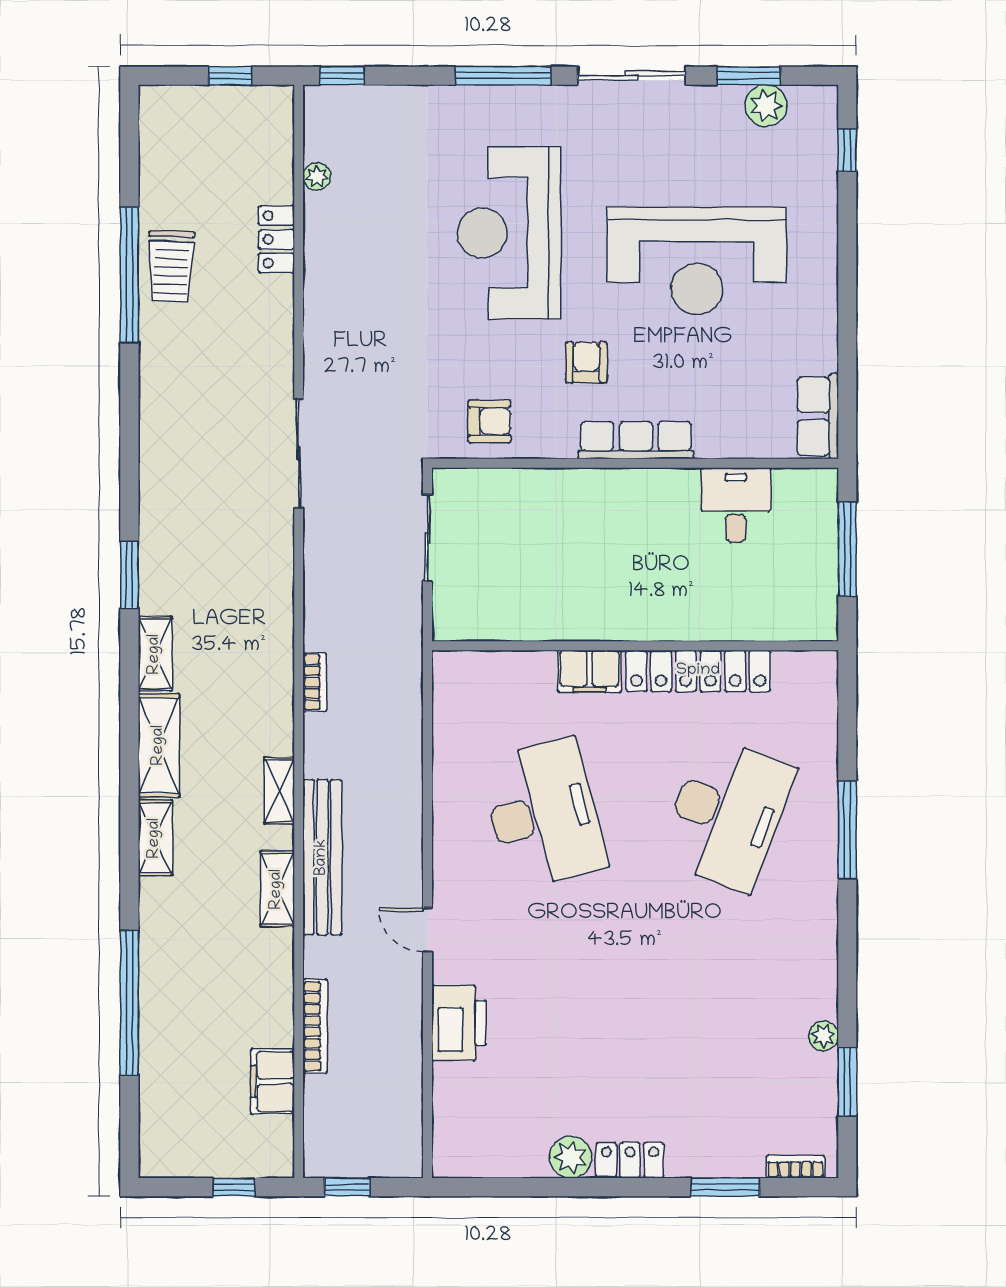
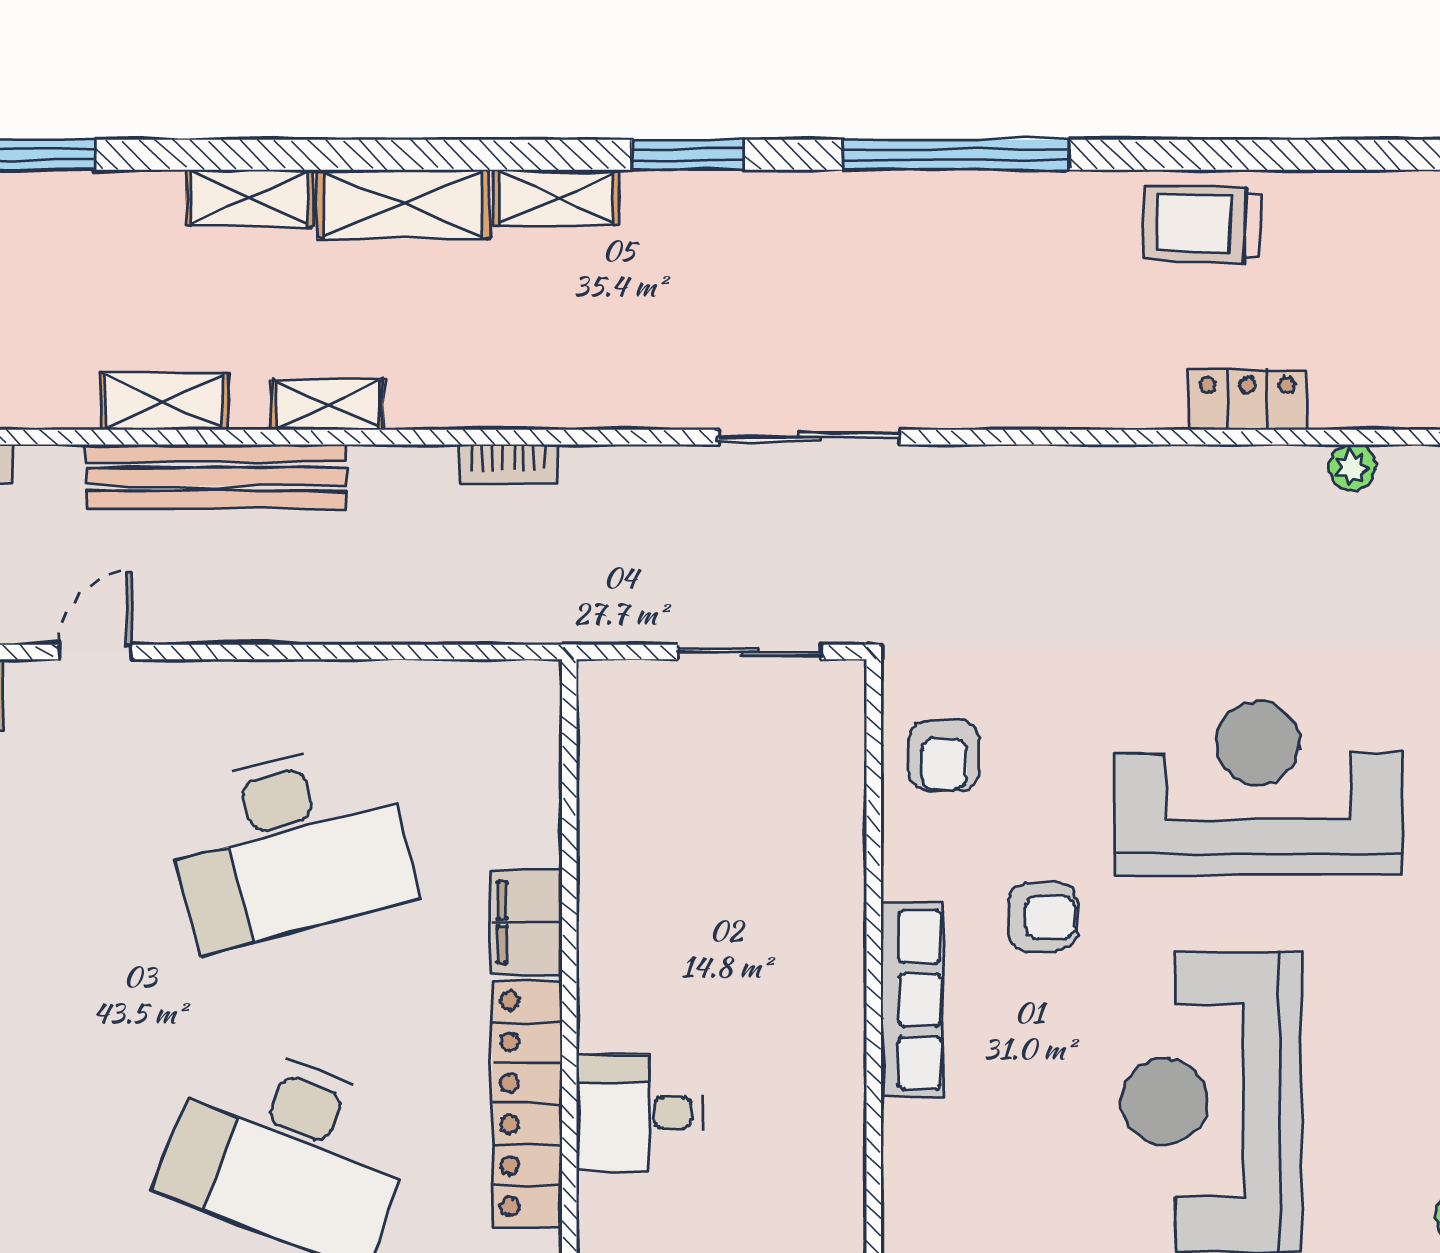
window: (129, 275) -> (956, 155), moved
sliding door: (299, 453) -> (809, 437), moved
desk: (736, 505) -> (639, 1112), moved, turned 180

